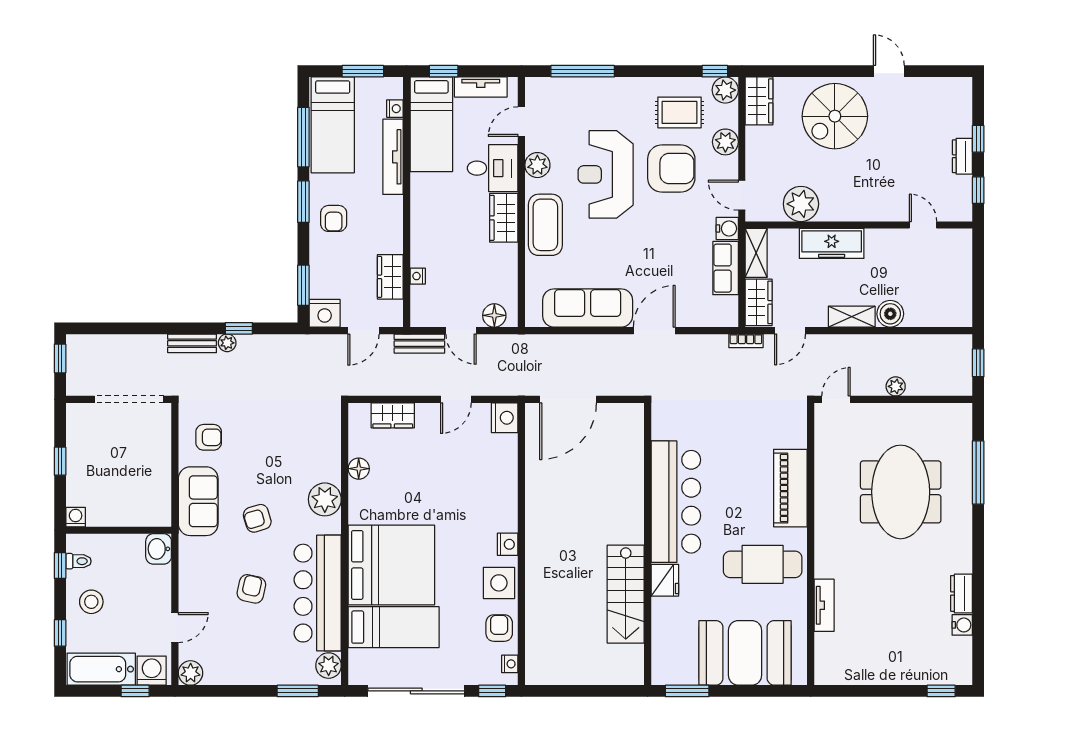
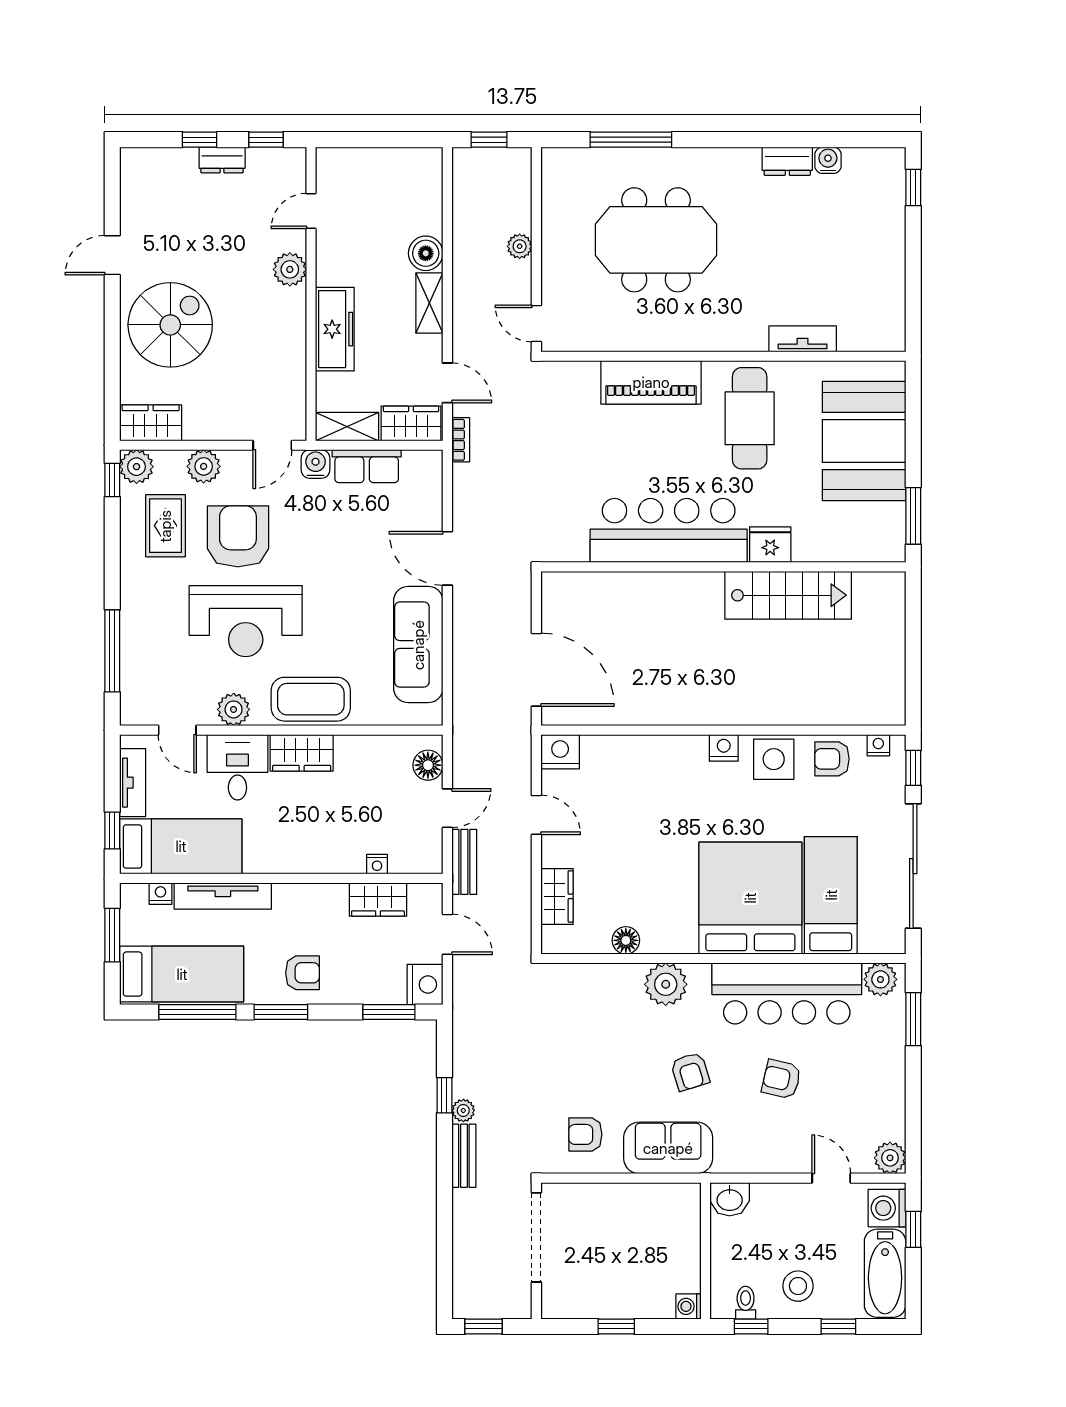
spiral stairs: (835, 116) -> (170, 325), turned -90
plant: (801, 204) -> (290, 269), moved, width x0.73, depth x0.73
armchair: (209, 437) -> (585, 1134), turned -90

